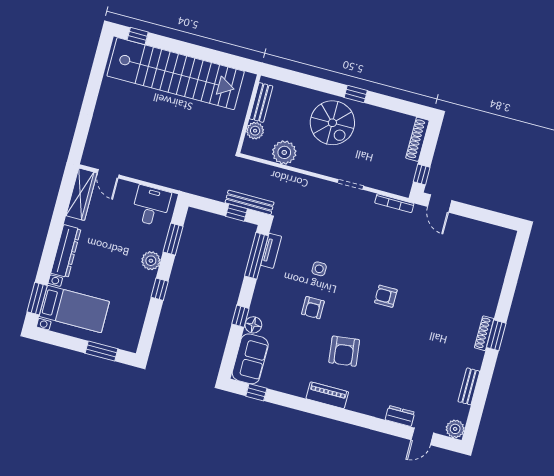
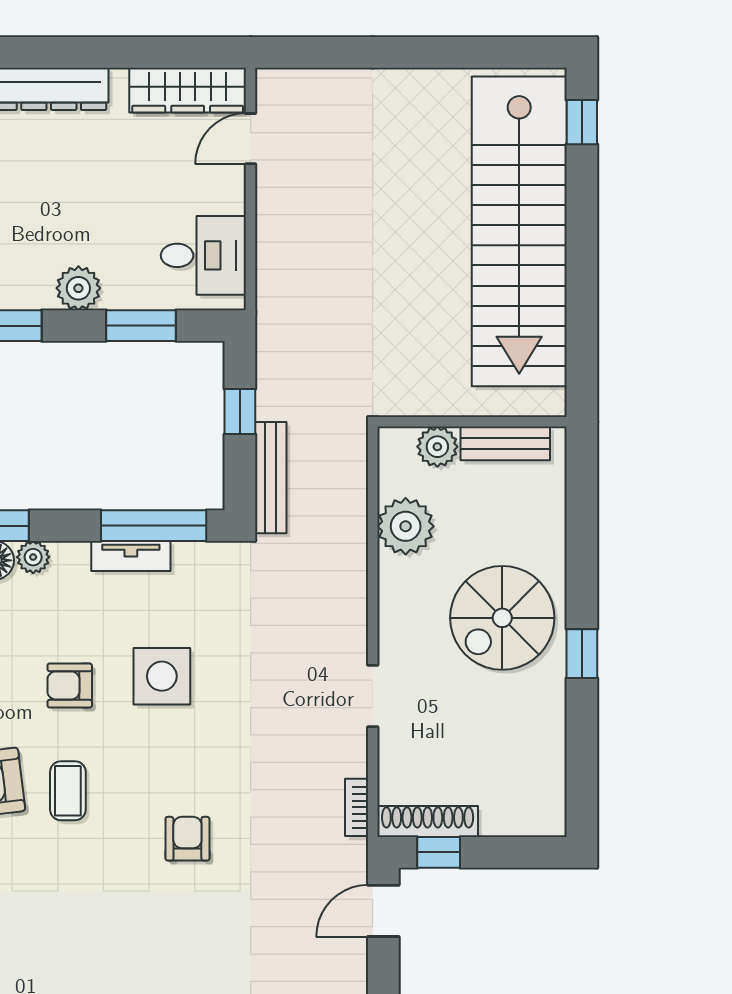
shoe rack: (417, 139) -> (428, 822), moved
bookcase: (394, 203) -> (357, 807), width x0.64
window: (236, 213) -> (240, 411), moved
tv unit: (271, 251) -> (131, 556), moved
side table: (319, 269) -> (162, 676), width x1.87, depth x1.87
armchair: (386, 296) -> (187, 839), moved
plant: (256, 309) -> (33, 557), added
coffee table: (356, 320) -> (68, 791), added

